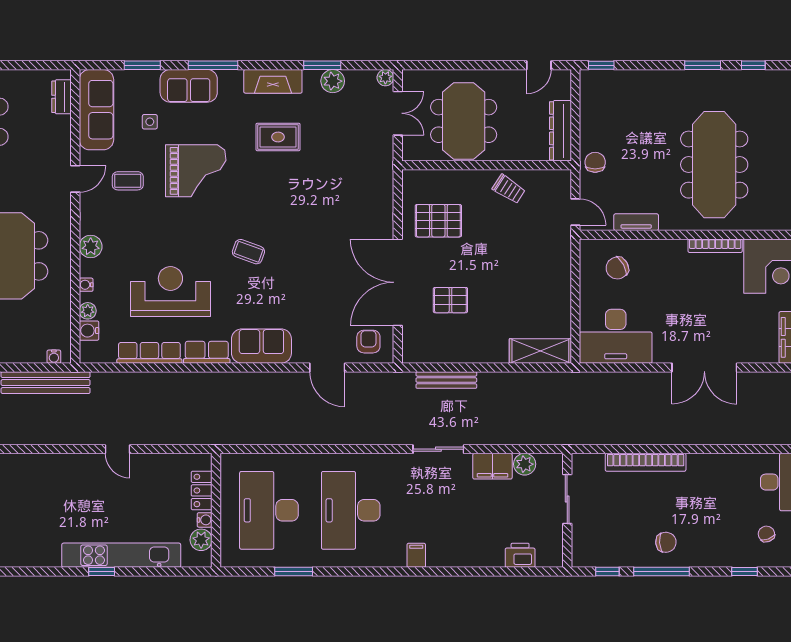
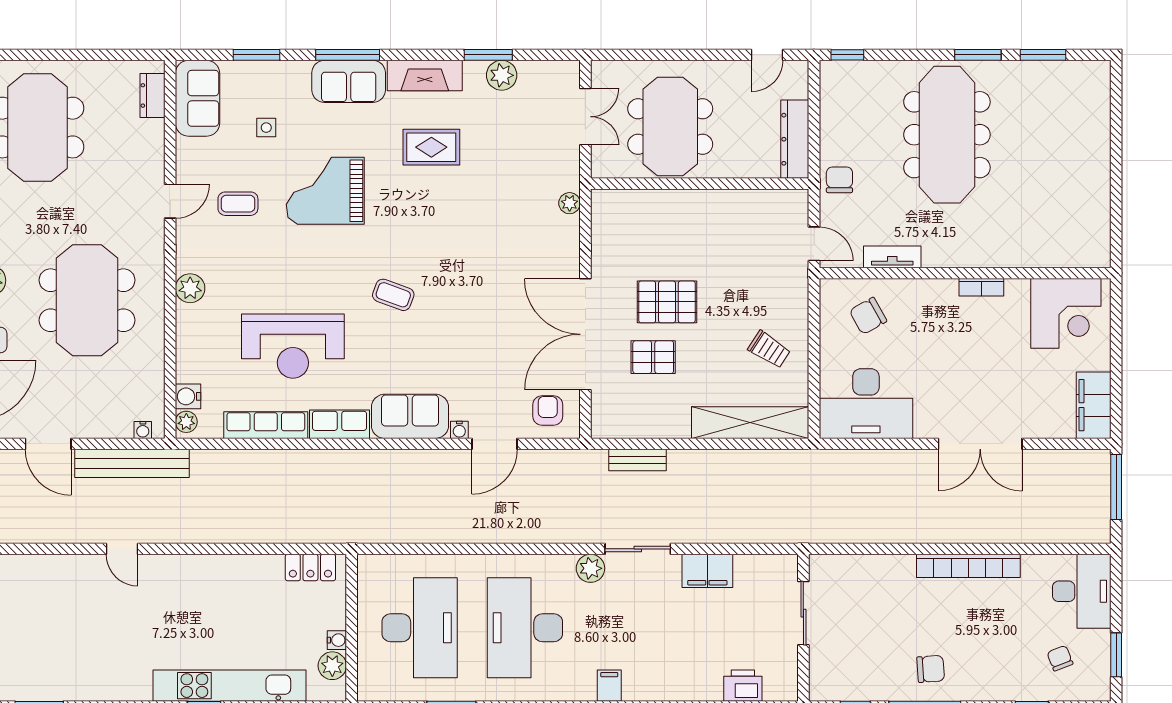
window: (753, 65) -> (1043, 55), width x1.50
plant: (385, 78) -> (570, 203), moved
sofa: (189, 86) -> (349, 81), moved
sofa: (96, 110) -> (198, 98), width x0.73
meeting table: (714, 165) -> (947, 135), moved
grand piano: (196, 171) -> (325, 191), turned 180
trolley: (509, 189) -> (769, 349), moved
pallet: (438, 221) -> (667, 302), moved
bookcase: (715, 246) -> (981, 287), width x0.64
water cooler: (86, 285) -> (459, 430), moved, turned -90
reception desk: (170, 292) -> (293, 346), turned 180
plant: (88, 311) -> (186, 422), moved
shelving: (540, 351) -> (750, 423), width x1.47
door: (327, 367) -> (495, 444), hinge flipped
bench: (446, 380) -> (638, 460), width x0.73
door: (117, 449) -> (122, 549), moved
bookcase: (646, 462) -> (968, 566), moved
plant: (525, 464) -> (590, 568), moved
locker: (202, 490) -> (310, 567), moved, turned -90
desk: (269, 510) -> (420, 628), turned 180

